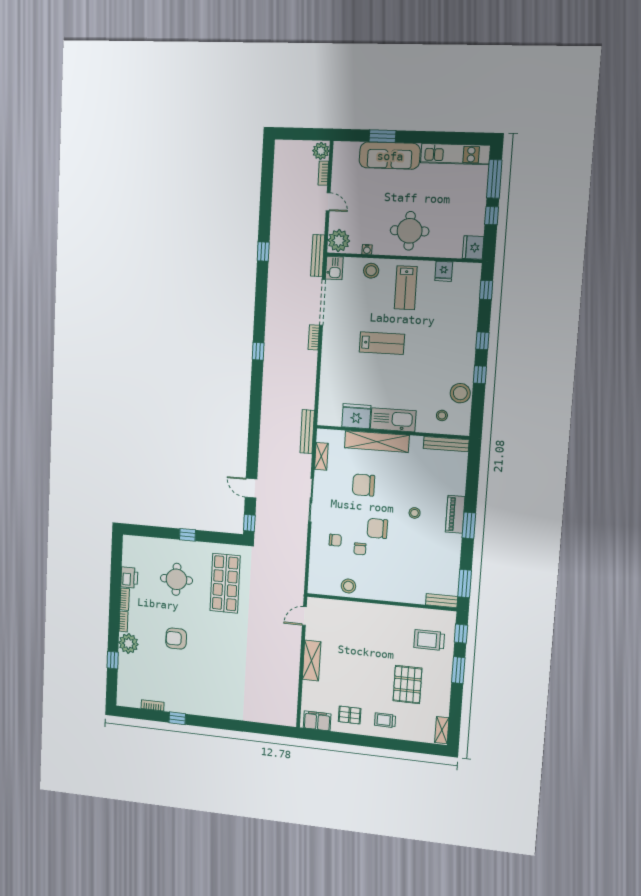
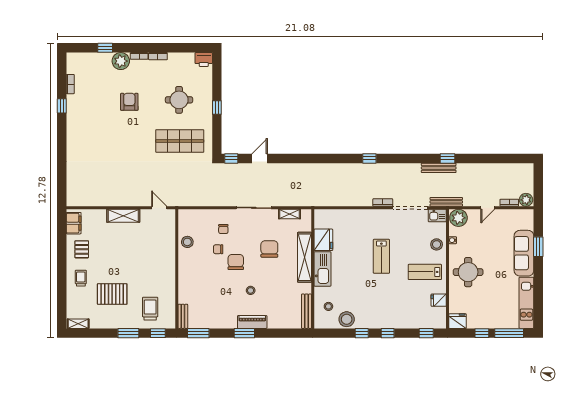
bench: (307, 432) -> (439, 168), moved
printer: (129, 577) -> (204, 59), moved

